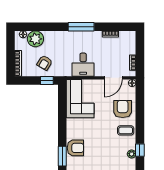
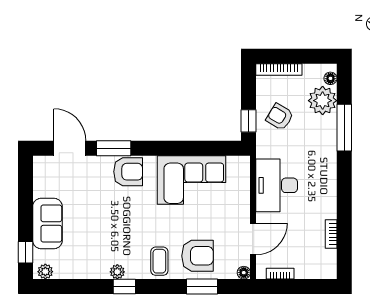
window: (81, 27) -> (344, 128), moved
desk: (83, 65) -> (277, 185), width x1.37
door: (113, 78) -> (253, 239), swing flipped
corner sofa: (80, 99) -> (192, 180), moved
window: (140, 107) -> (202, 287), added
armchair: (75, 148) -> (128, 172), turned -90

